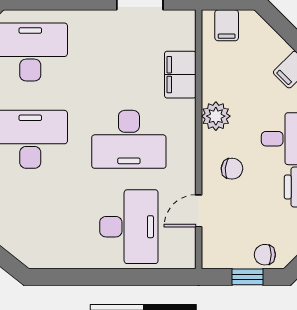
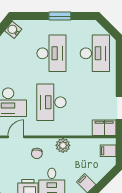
filing cabinet: (180, 75) -> (104, 128), moved
door: (199, 211) -> (16, 137), hinge flipped

